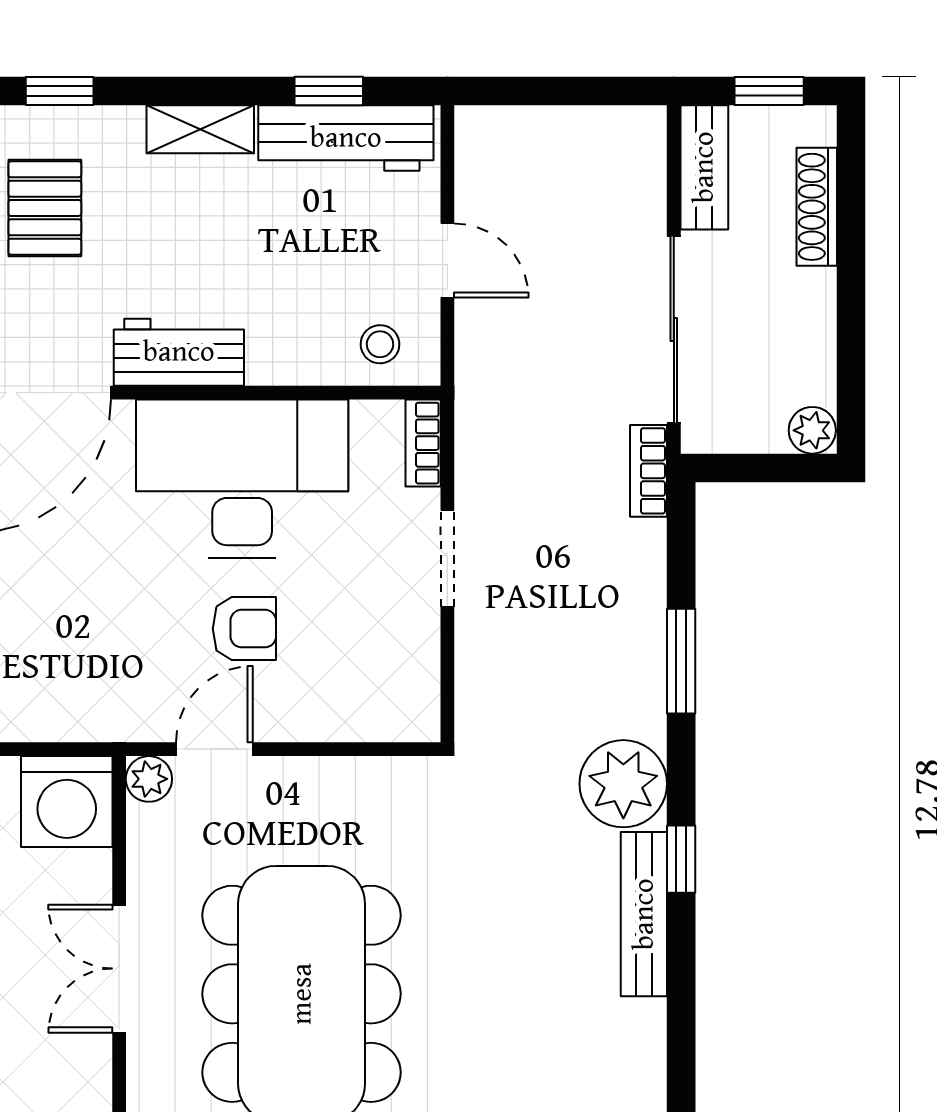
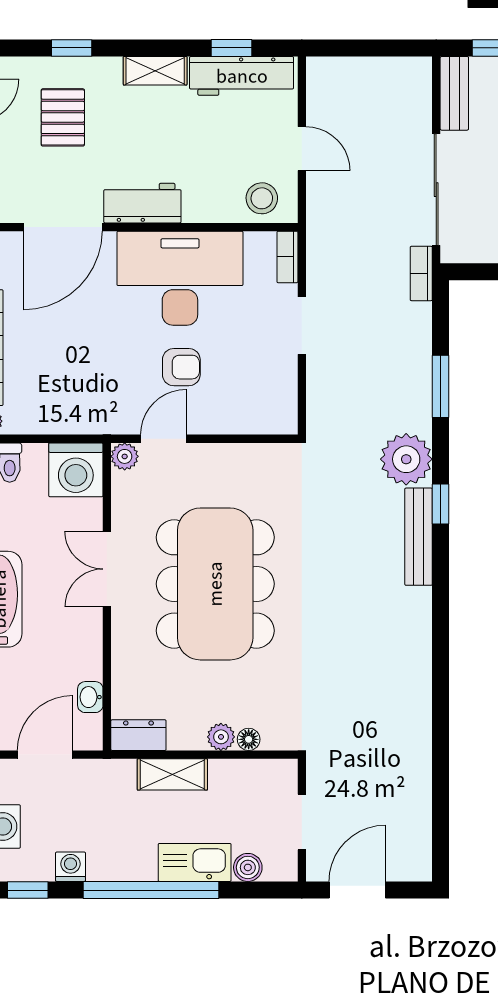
stool: (380, 344) -> (262, 198), width x1.37, depth x1.37

